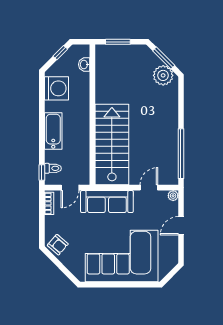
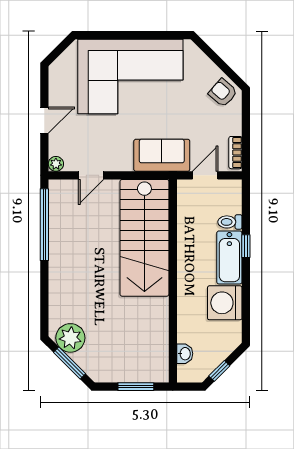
washing machine: (56, 88) -> (225, 303), moved
toilet: (53, 168) -> (230, 222), moved
window: (42, 172) -> (246, 246), moved
sofa: (107, 202) -> (162, 155), width x0.73

